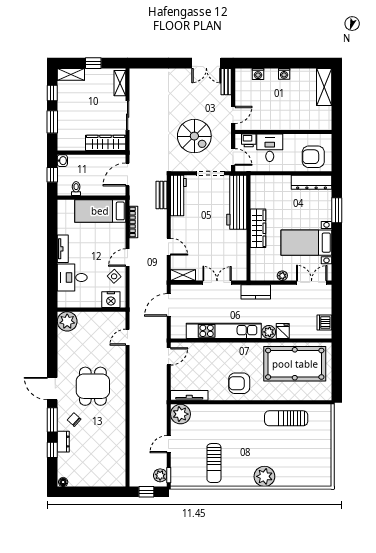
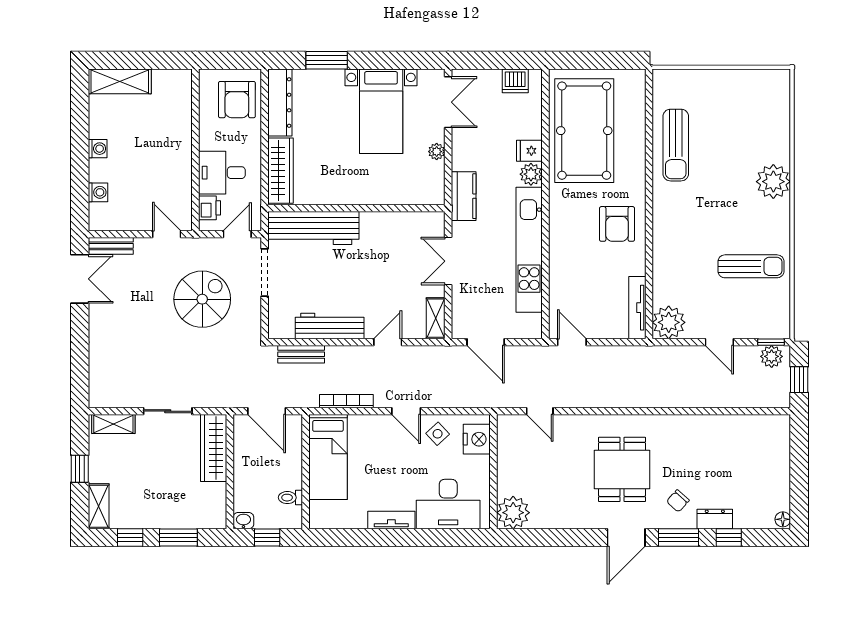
workbench: (178, 196) -> (330, 326), moved
wardrobe: (258, 228) -> (280, 171), moved, turned 90
desk: (72, 278) -> (448, 504), width x1.37
double door: (312, 283) -> (448, 102), swing flipped
dining table: (93, 386) -> (622, 469), turned 90

